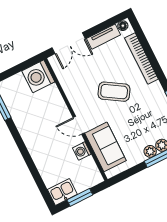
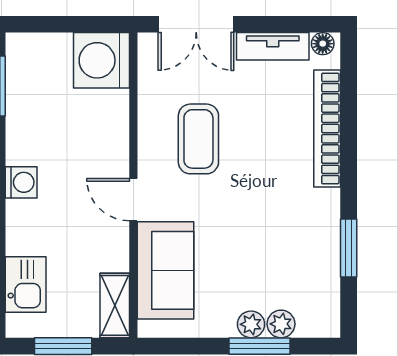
coffee table: (114, 92) -> (198, 139), moved, turned 58
washing machine: (82, 151) -> (21, 182), moved, turned 180
shelving: (92, 171) -> (115, 305), added
kitchen sink: (62, 192) -> (26, 284), moved, turned 90

